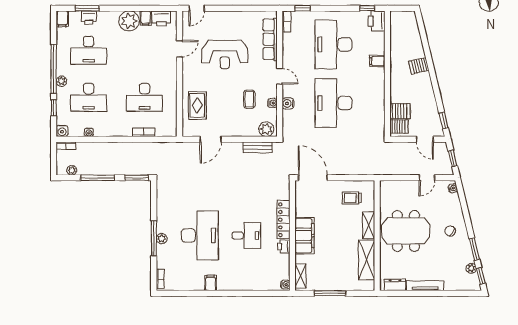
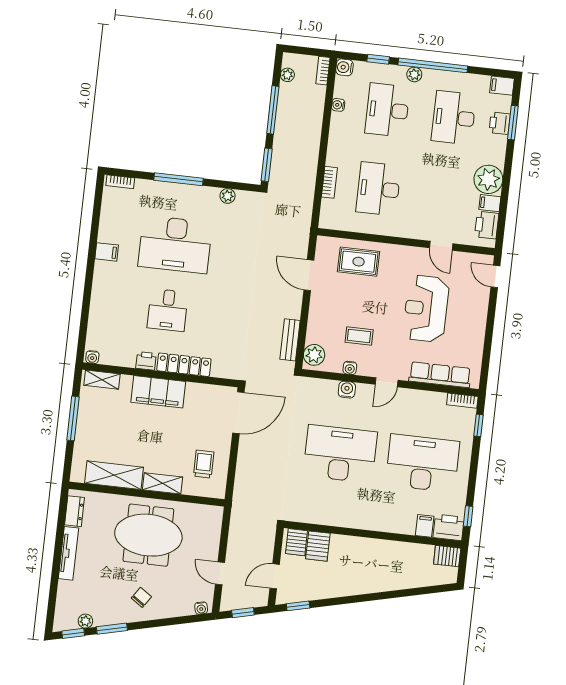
filing cabinet: (377, 61) -> (425, 526), moved
server rack: (419, 66) -> (447, 556), moved, turned -77
meeting table: (406, 231) -> (148, 535), turned 90
plant: (162, 239) -> (228, 196), moved

